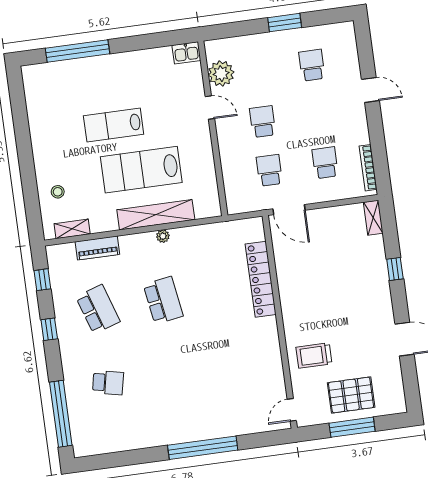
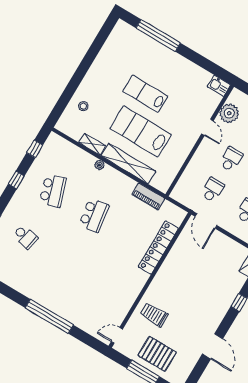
shelving: (72, 229) -> (92, 144), moved
plant: (163, 236) -> (100, 165), moved
piano: (97, 248) -> (148, 197), moved

